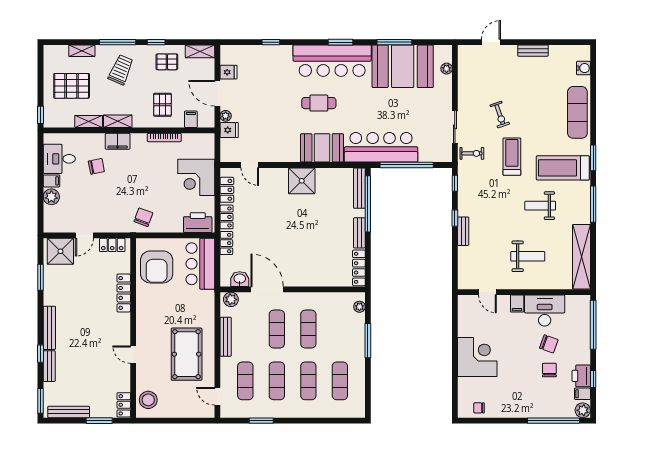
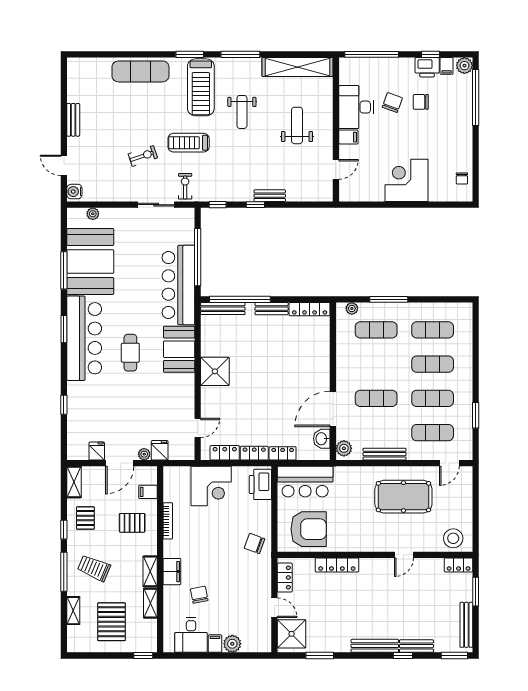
water cooler: (583, 68) -> (74, 192), moved, turned -90
exercise mat: (308, 329) -> (376, 330), moved

